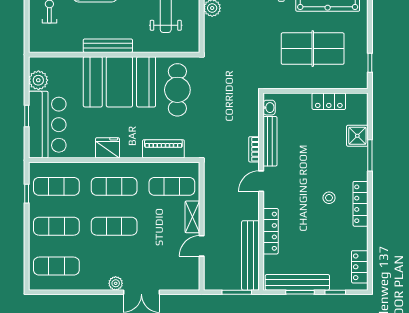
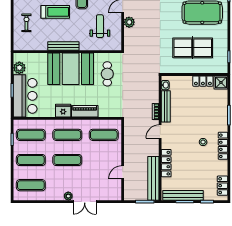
cafe table: (177, 90) -> (107, 74), width x0.73, depth x0.74
shower: (357, 136) -> (221, 82), moved
piano: (163, 149) -> (85, 111), moved
shelving: (192, 217) -> (117, 154), removed

